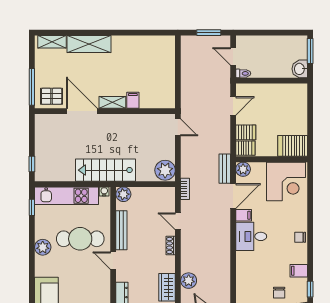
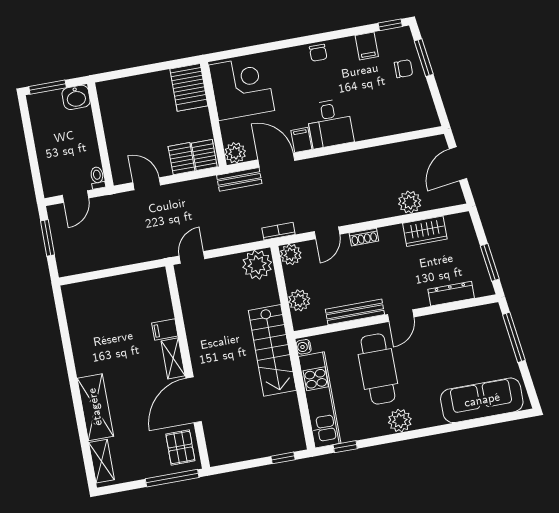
plant: (123, 194) -> (299, 300), moved
plant: (168, 194) -> (291, 254), added

